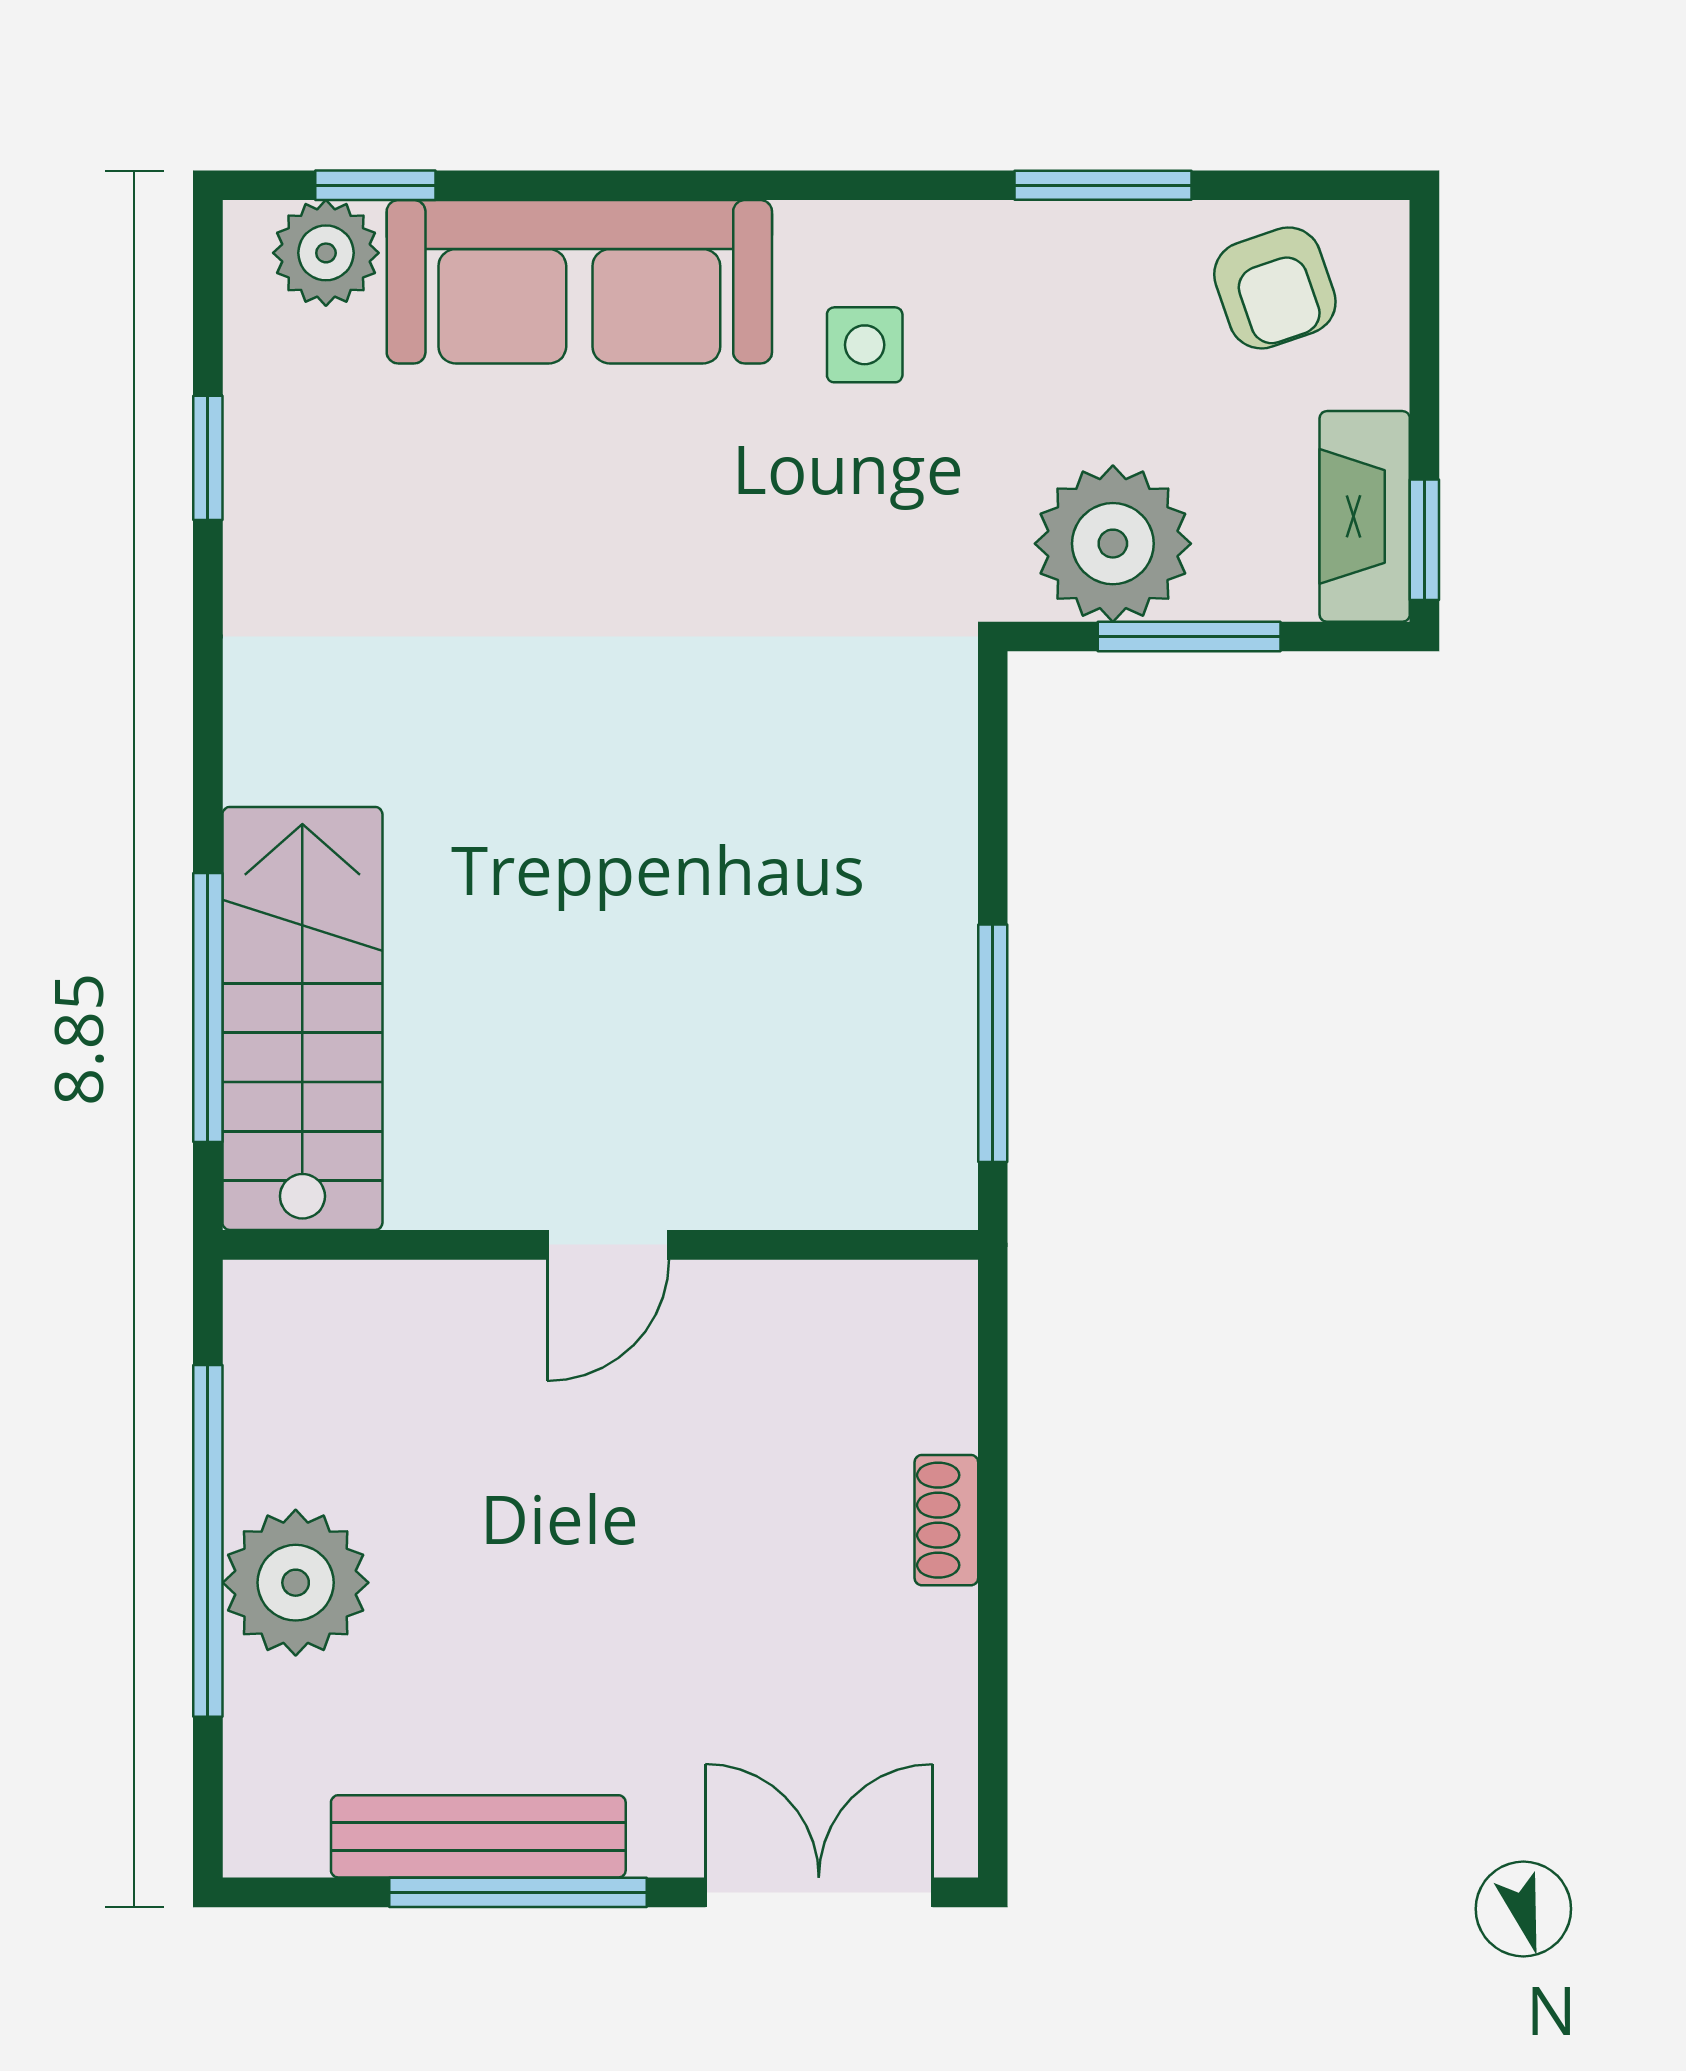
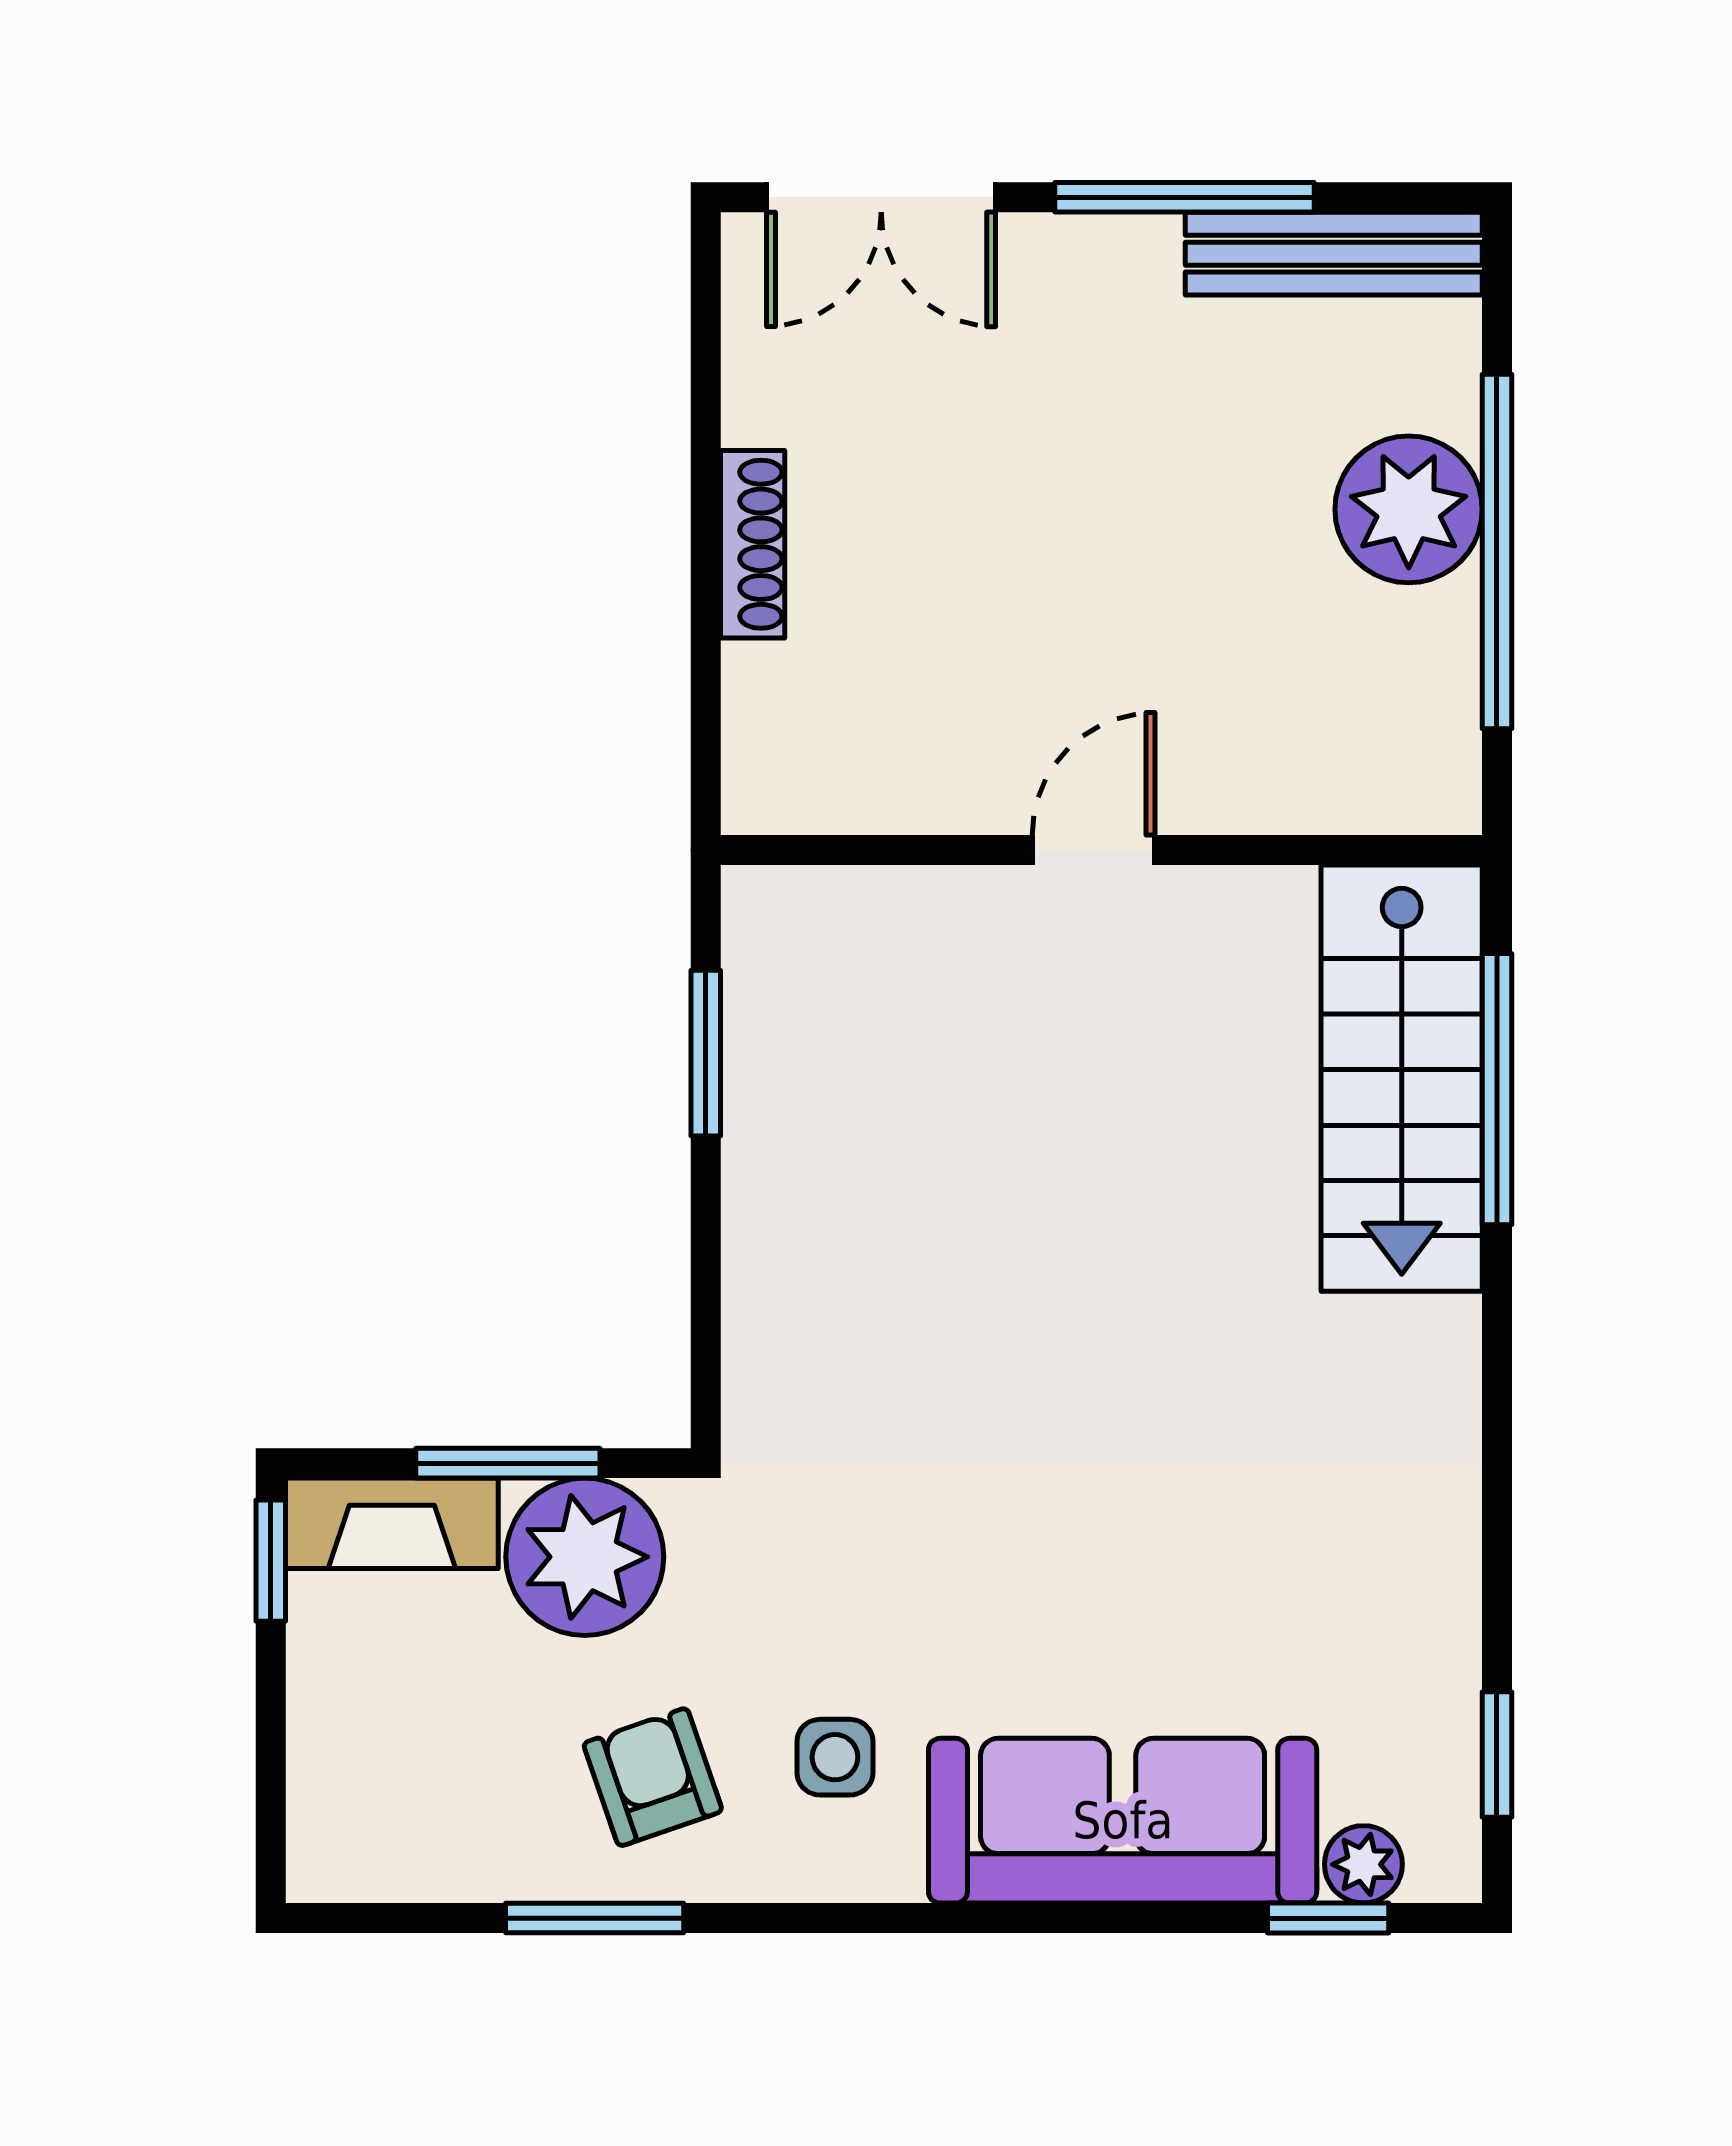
plant: (326, 253) -> (1363, 1864), width x0.73, depth x0.73
armchair: (1275, 288) -> (653, 1777), moved
window: (208, 458) -> (1497, 1754), moved
fireplace: (1365, 516) -> (392, 1523), moved, turned 90
window: (993, 1043) -> (706, 1053), width x0.69
shoe rack: (946, 1520) -> (753, 544), width x1.43
bench: (478, 1836) -> (1334, 254), moved

